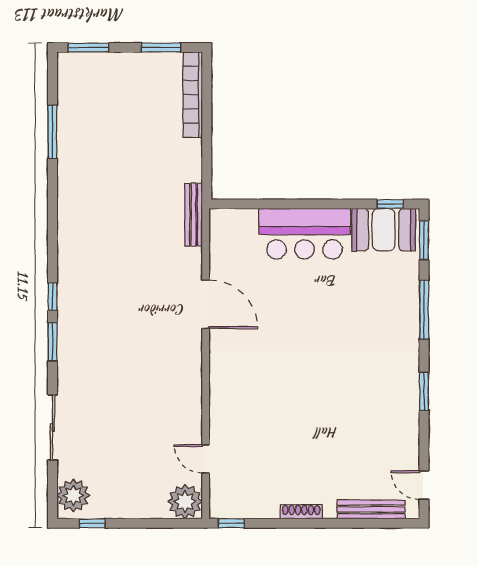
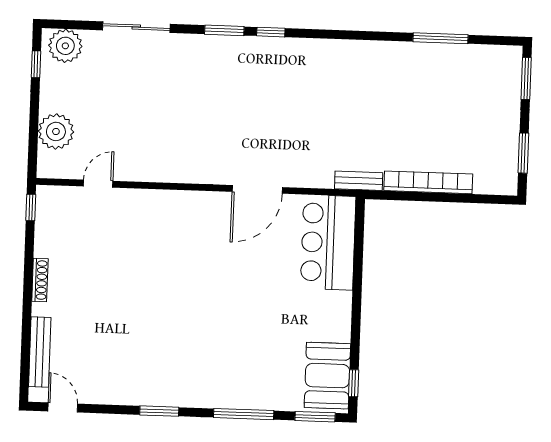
bookcase: (193, 95) -> (428, 182), moved
bench: (194, 215) -> (359, 181), width x0.73
bar counter: (304, 234) -> (328, 242), moved
door: (424, 485) -> (63, 407), hinge flipped
plant: (185, 502) -> (56, 131), moved

